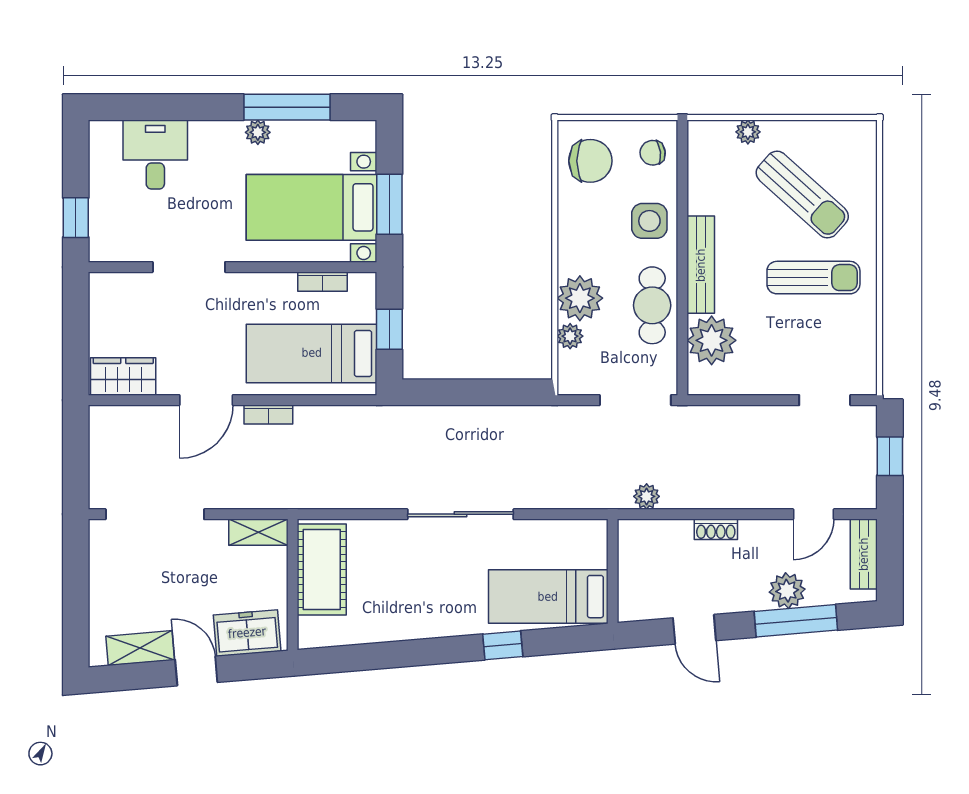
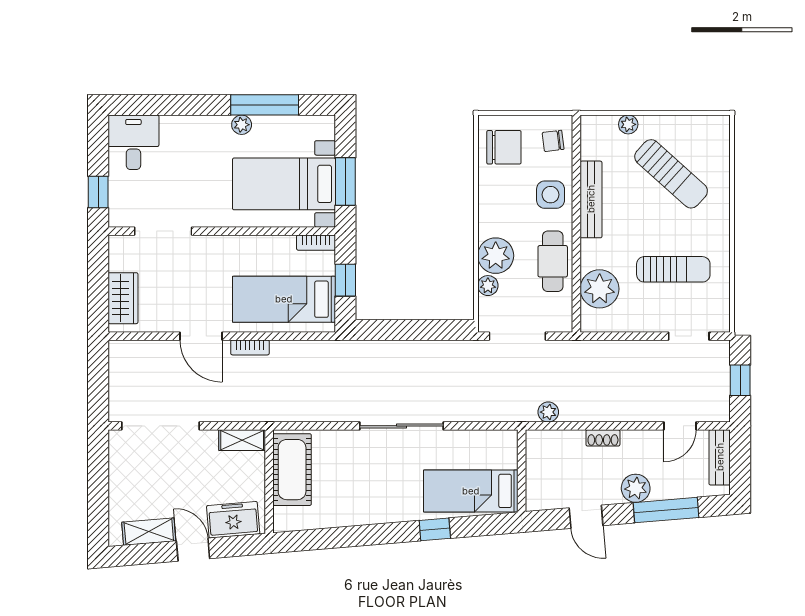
desk: (155, 154) -> (133, 142), moved
bench: (701, 265) -> (591, 199), moved
doorway: (189, 267) -> (163, 231), moved
sun lounger: (813, 278) -> (673, 269), moved
bookcase: (322, 282) -> (316, 243), moved
wardrobe: (123, 377) -> (123, 298), moved, turned 90
door: (206, 400) -> (201, 336), hinge flipped
doorway: (635, 400) -> (517, 336), moved
plant: (787, 591) -> (636, 488), moved

